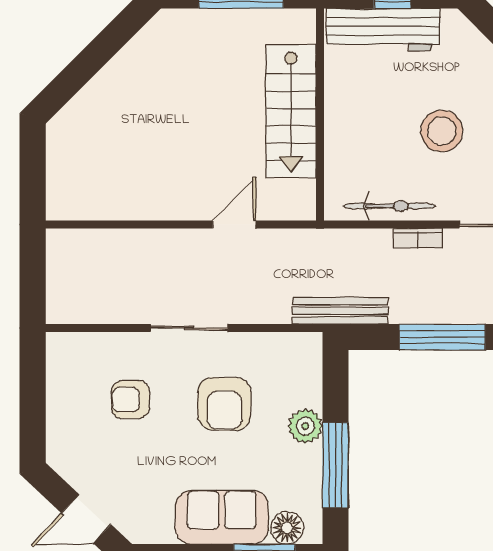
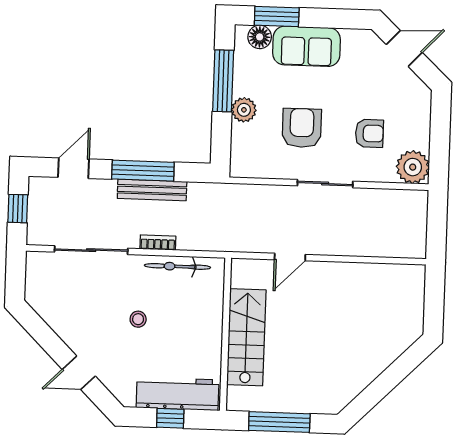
stool: (442, 131) -> (138, 319), width x0.53, depth x0.53
bench: (340, 311) -> (152, 190), moved
plant: (69, 355) -> (413, 167), added

